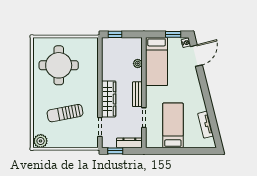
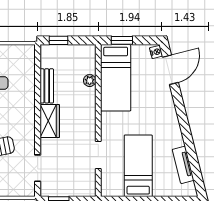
window: (173, 34) -> (122, 40), moved
bench: (137, 94) -> (47, 86), moved
wardrobe: (109, 99) -> (50, 121), width x0.67
dresser: (129, 143) -> (78, 190), removed

